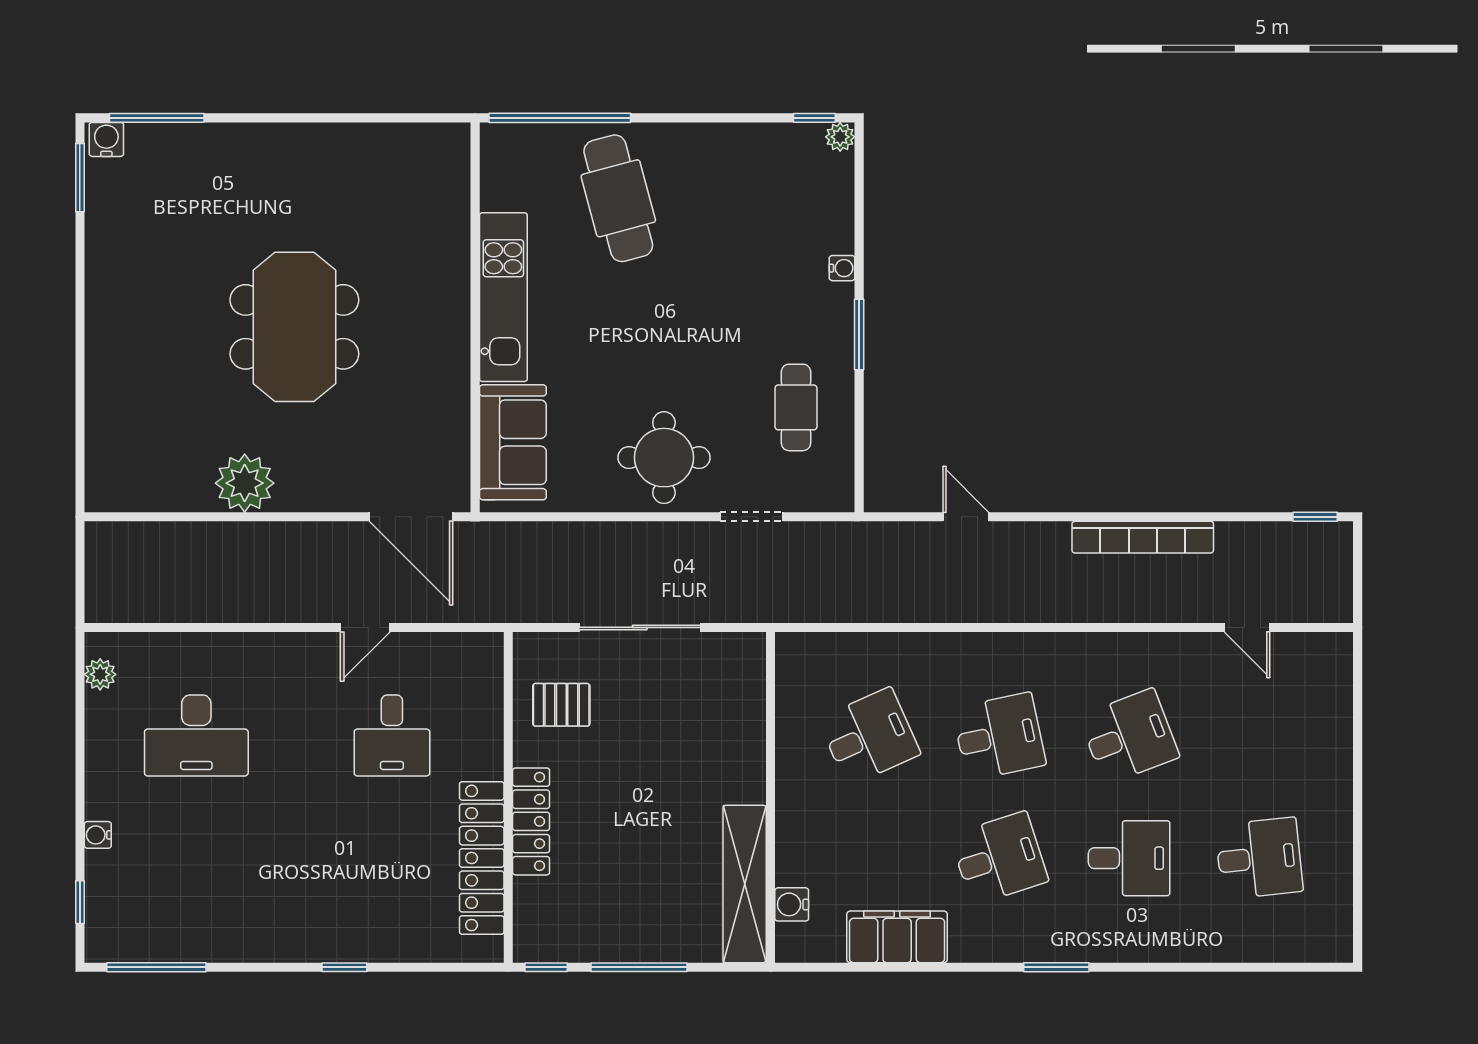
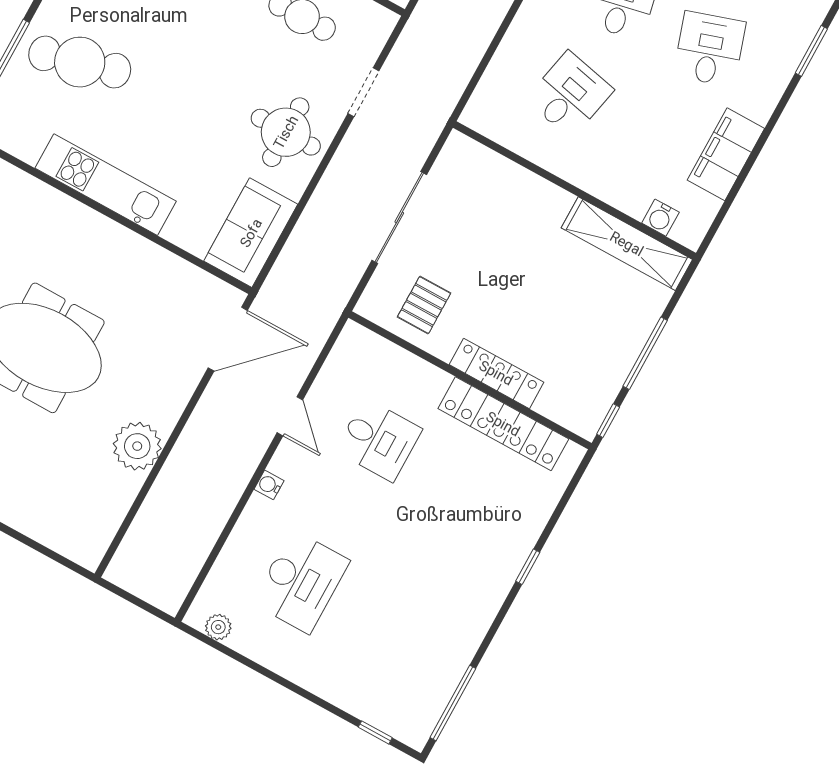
sofa: (513, 442) -> (251, 233), moved, turned -90
desk: (869, 737) -> (570, 95), turned 36
water cooler: (98, 835) -> (269, 485), moved, turned 90

